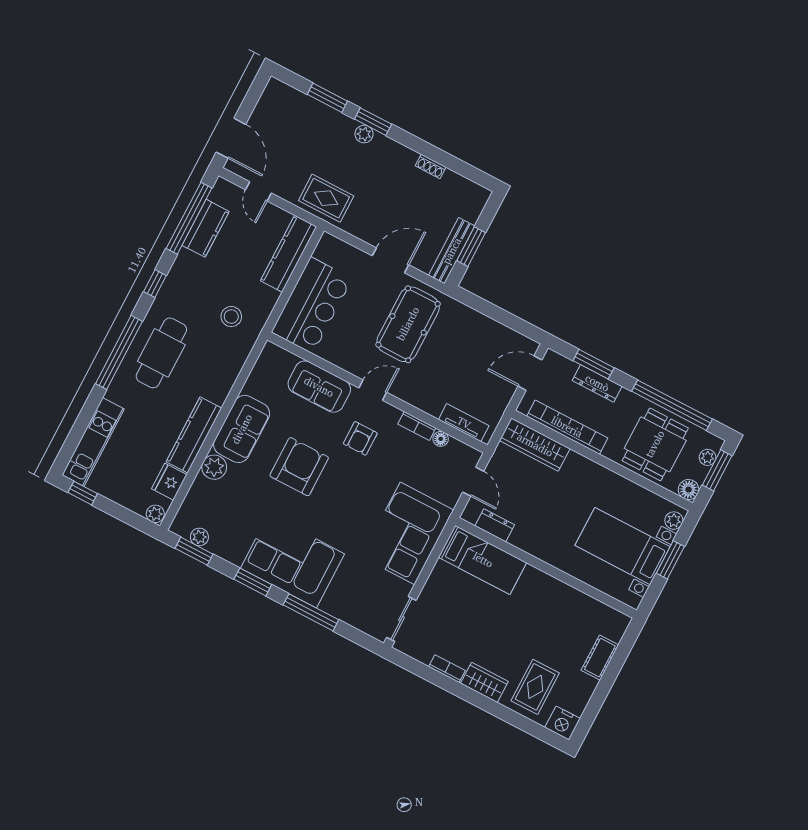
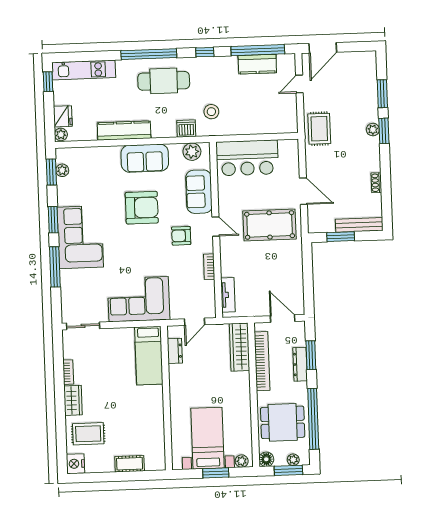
bench: (452, 251) -> (359, 225), moved
kitchen counter: (289, 254) -> (271, 125), removed
dishwasher: (234, 358) -> (186, 129), added
floor lamp: (441, 439) -> (210, 286), removed
plant: (214, 467) -> (192, 152), moved
fridge: (169, 482) -> (63, 116), moved, turned 90

